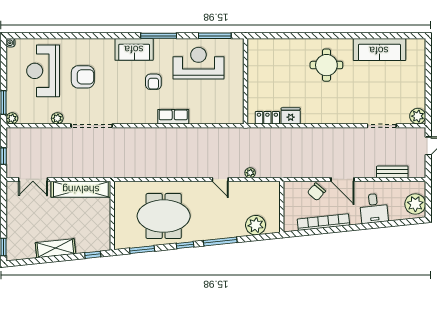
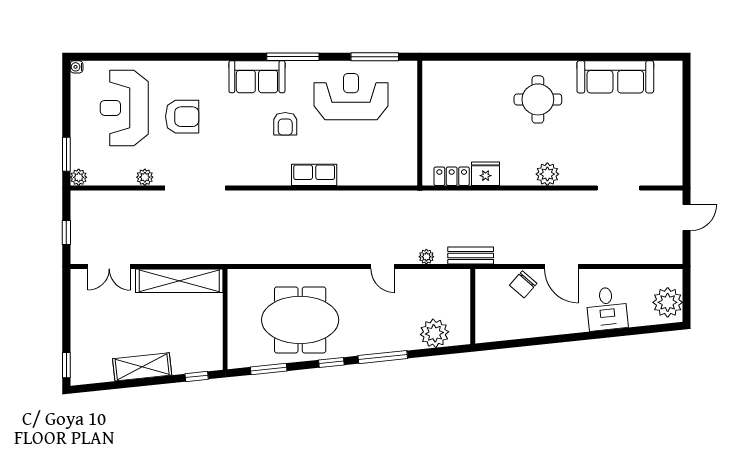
plant: (418, 116) -> (547, 174), moved
bench: (392, 172) -> (471, 255), moved
bookcase: (323, 222) -> (534, 329), removed

